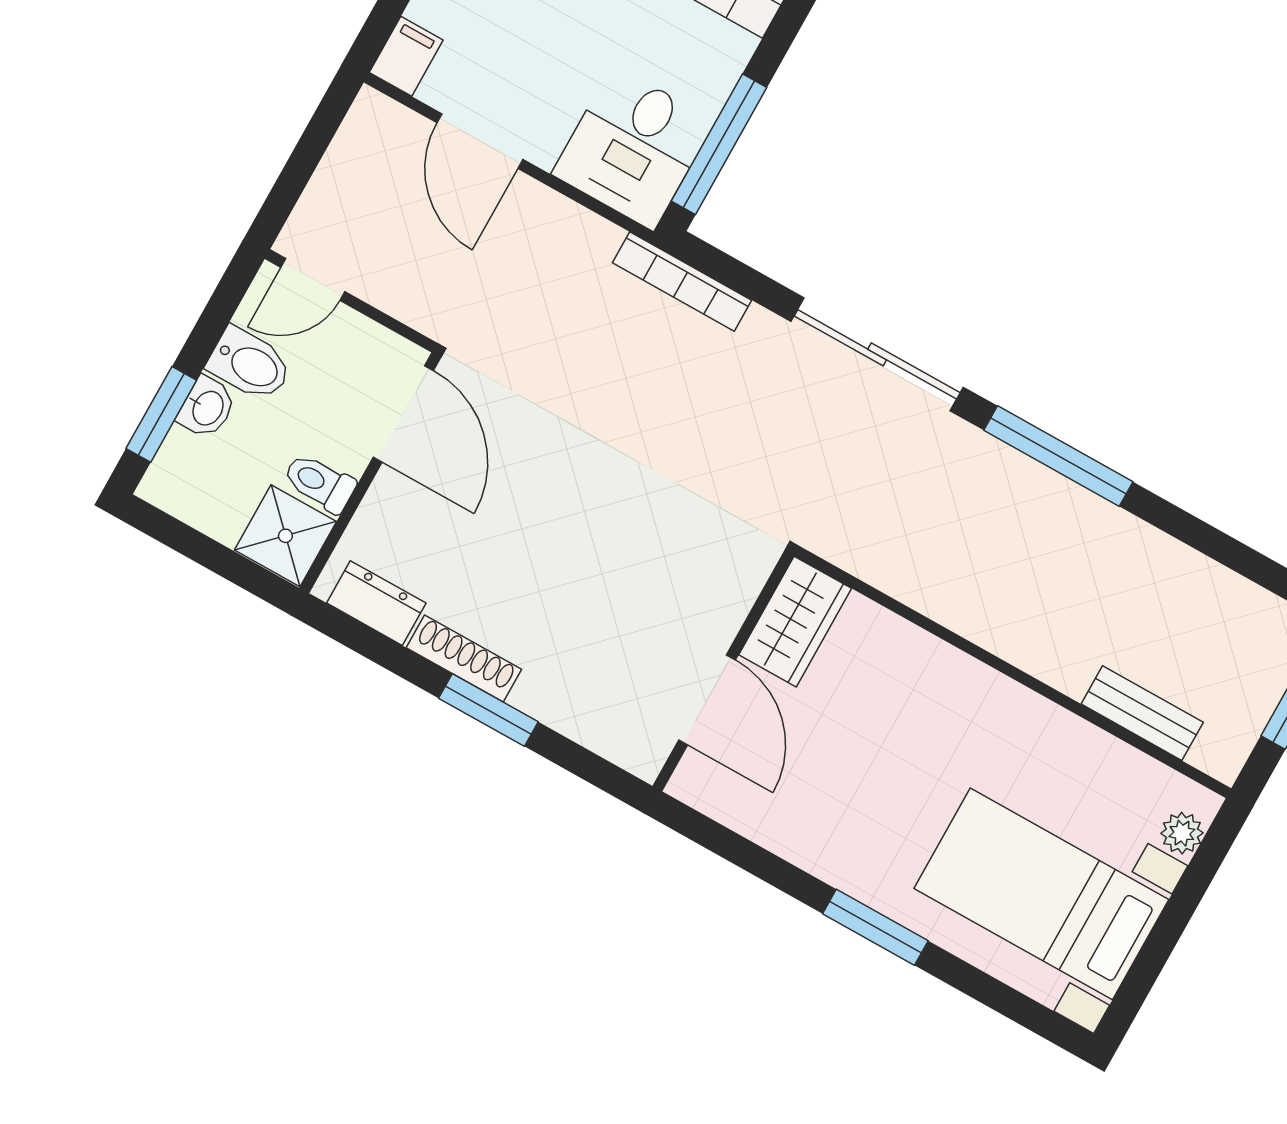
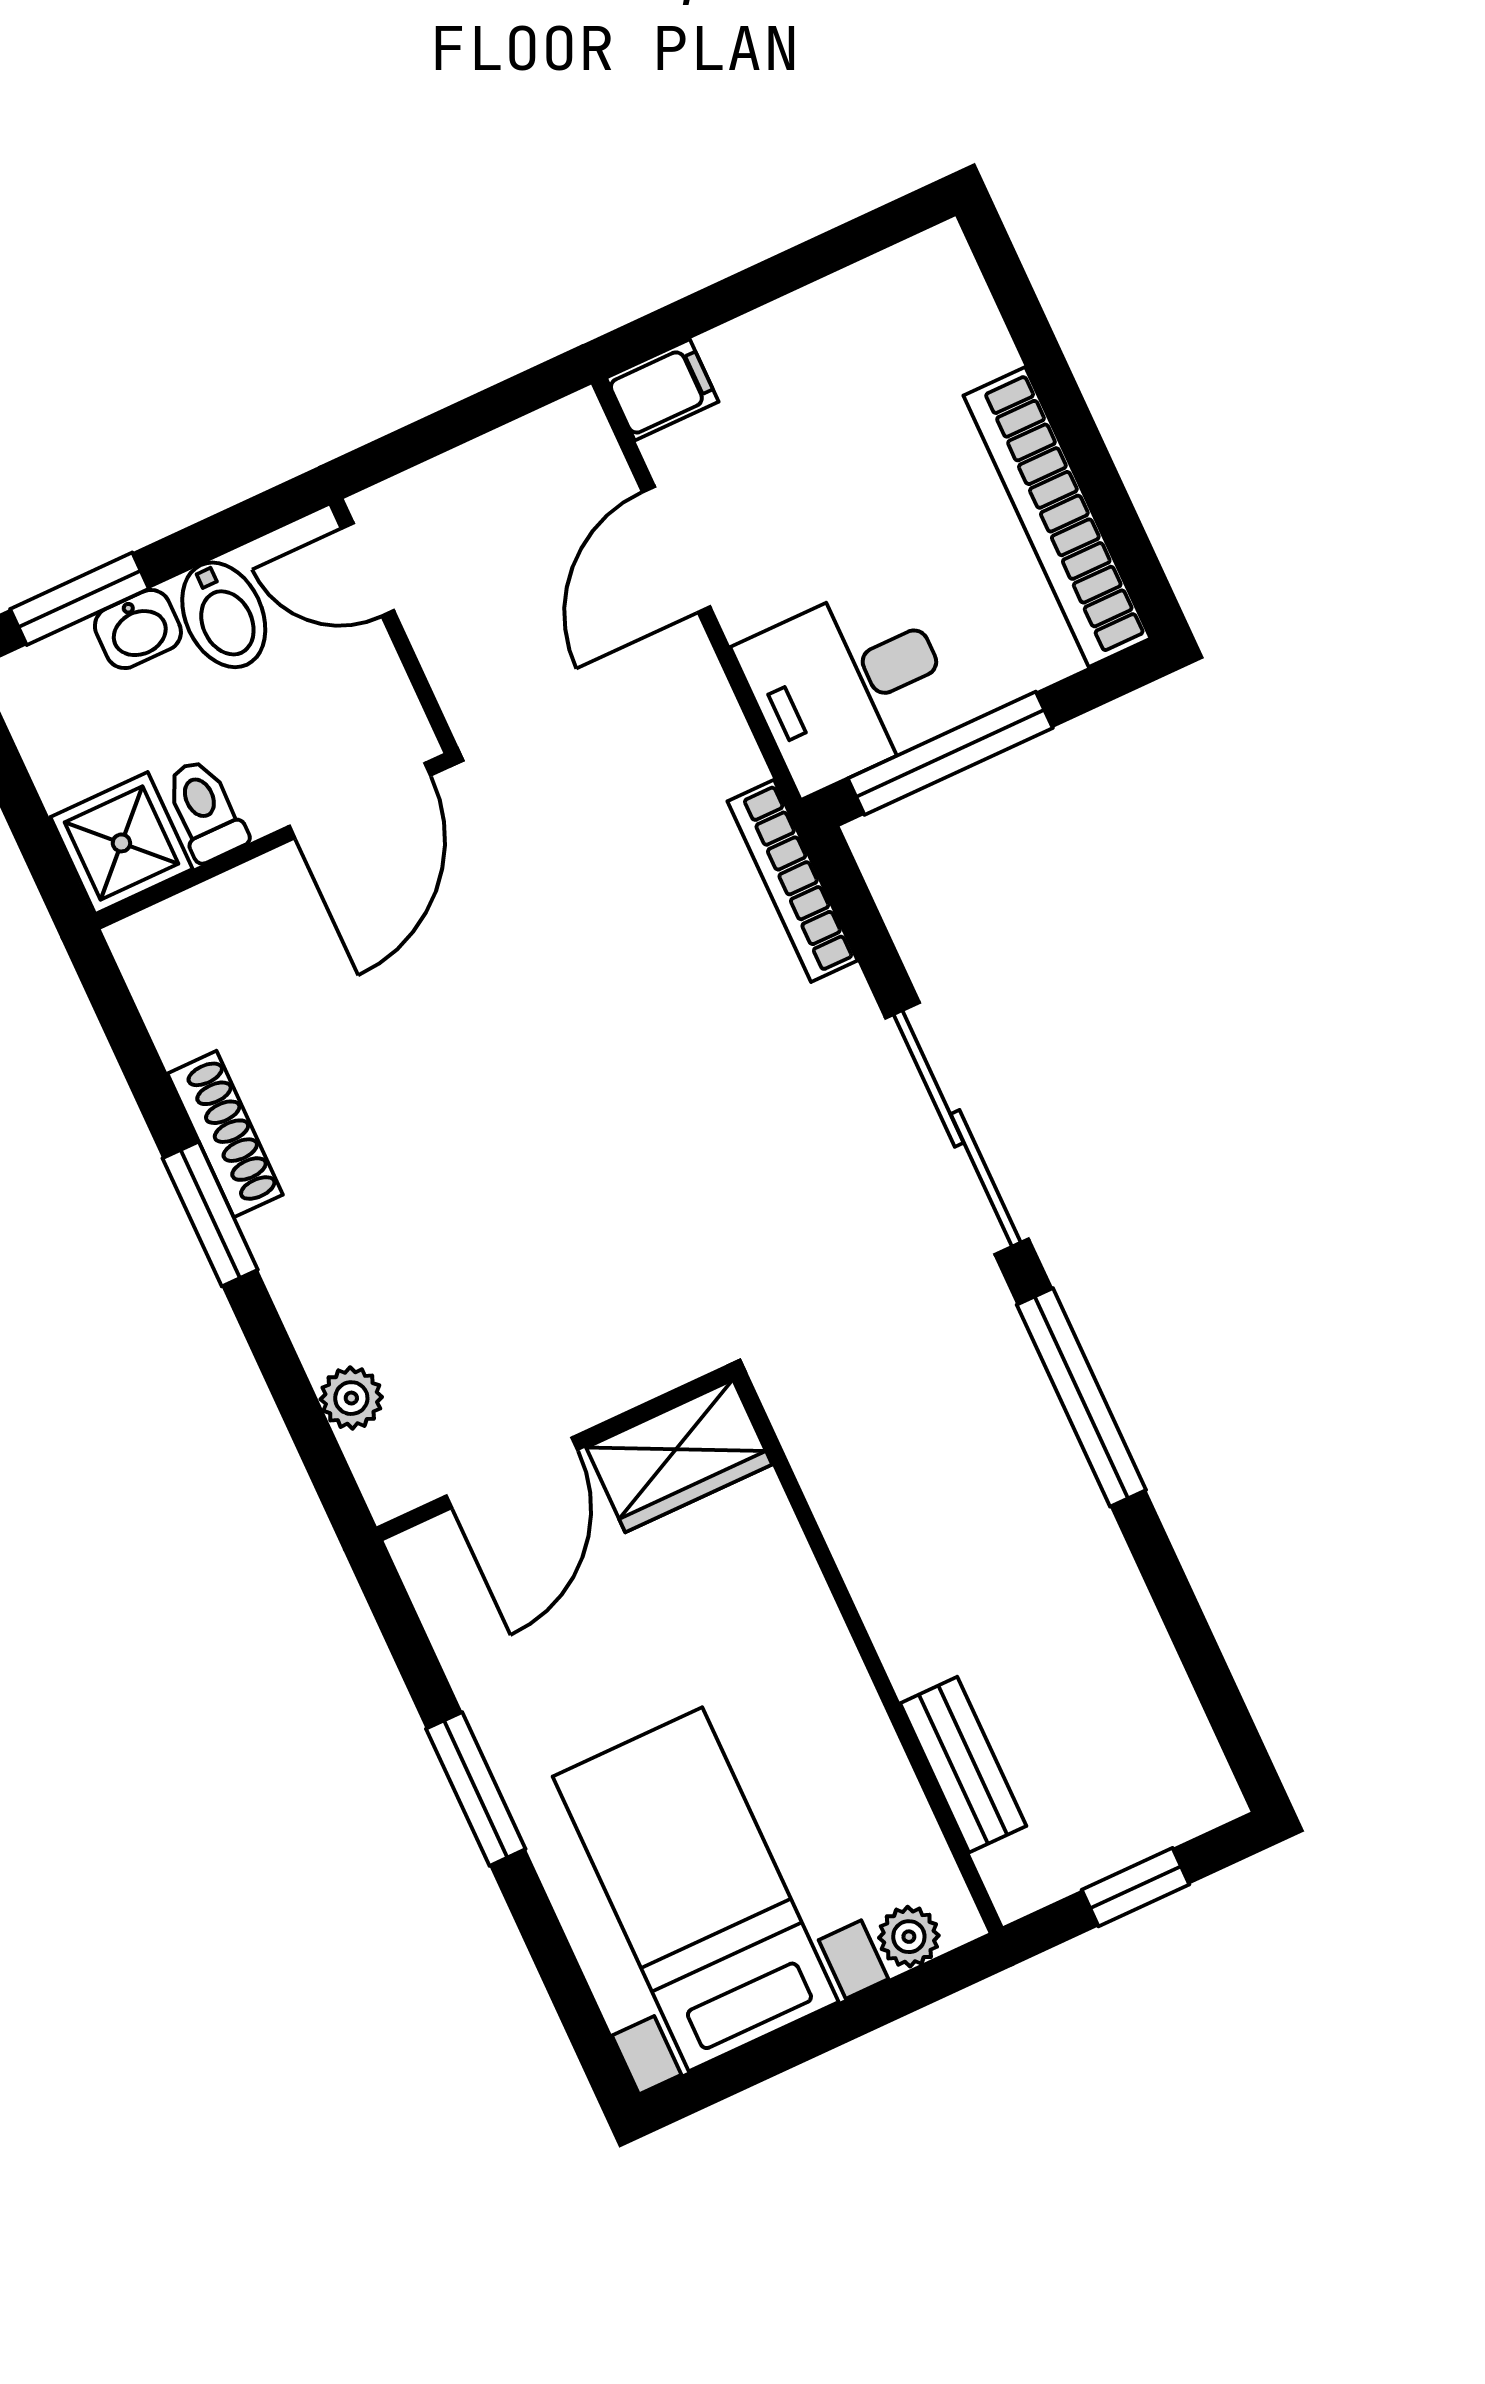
dresser: (376, 603) -> (170, 997), removed
wardrobe: (795, 622) -> (679, 1456), moved
wall: (723, 671) -> (555, 1453), moved
door: (707, 700) -> (512, 1473), moved
plant: (644, 756) -> (351, 1398), added

